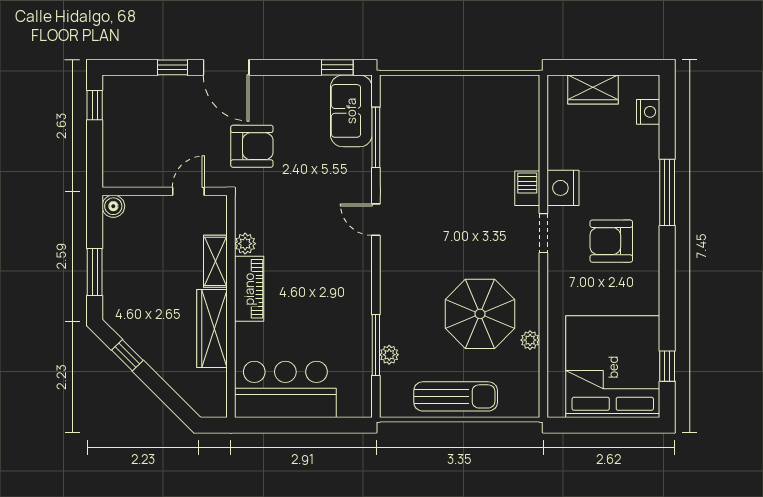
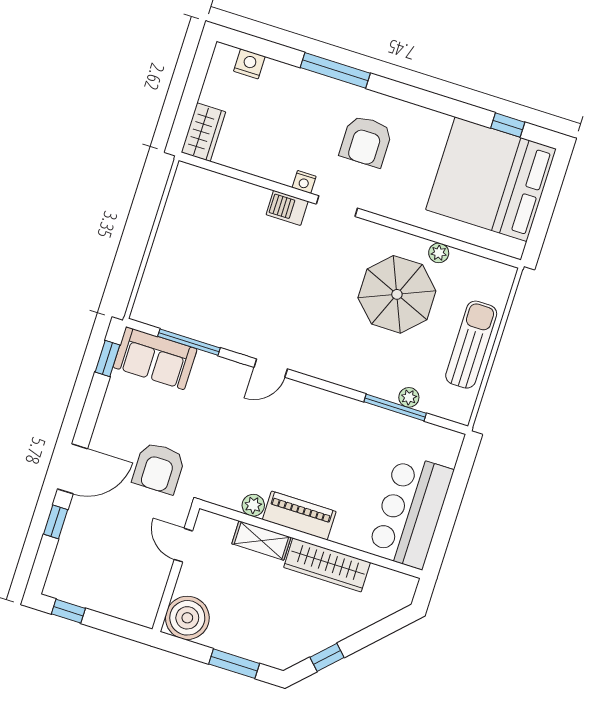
wardrobe: (593, 90) -> (203, 132), moved
armchair: (252, 146) -> (159, 468), turned 180
nightstand: (563, 188) -> (304, 182), width x0.53, depth x0.56
boiler: (113, 206) -> (187, 618), width x1.86, depth x1.86

